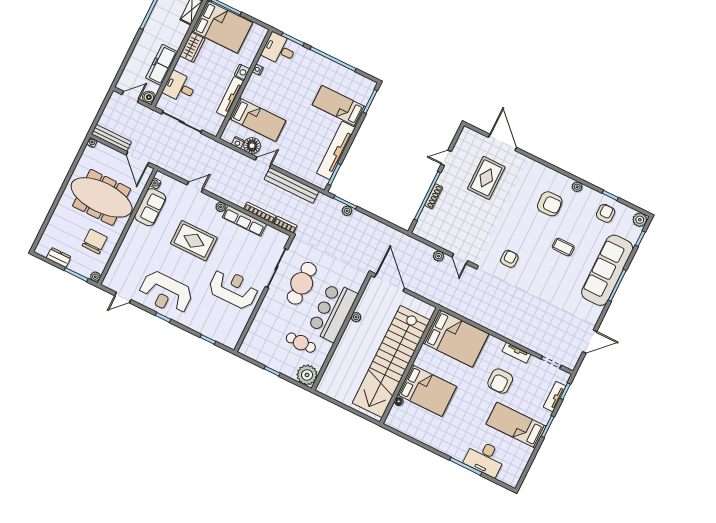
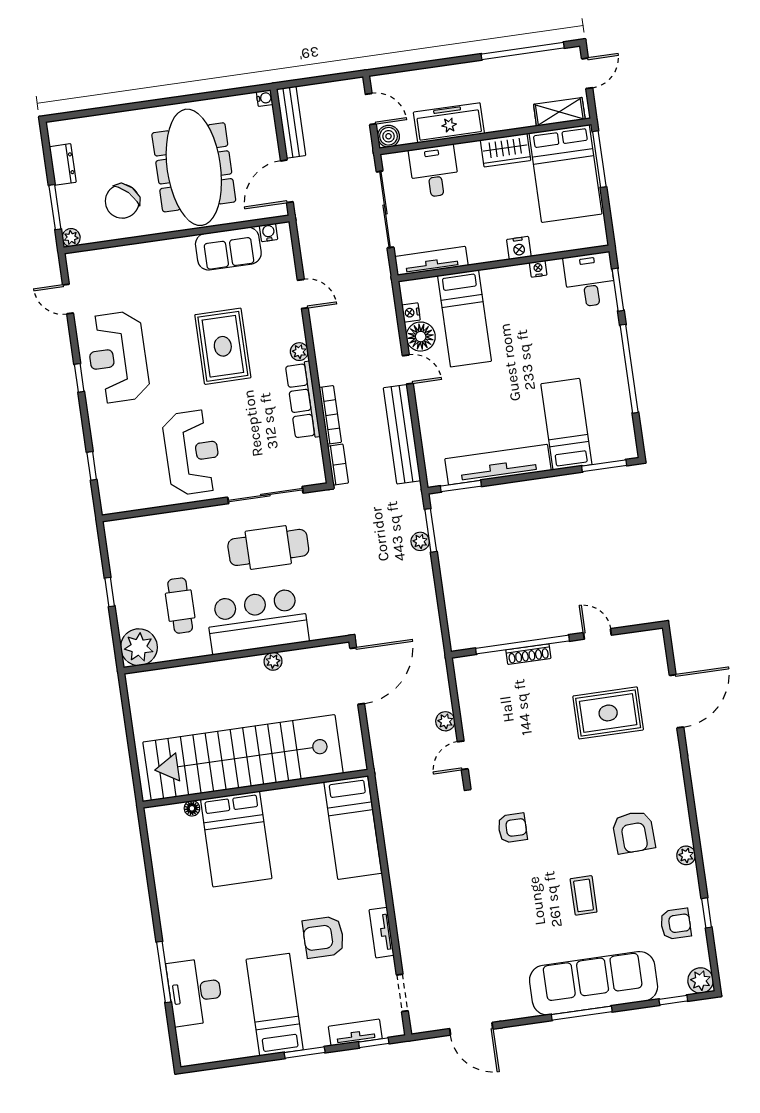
tv unit: (230, 97) -> (431, 261), moved
chair: (95, 241) -> (122, 201), turned 135
bed: (456, 338) -> (353, 827), width x0.67

